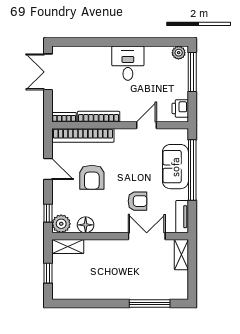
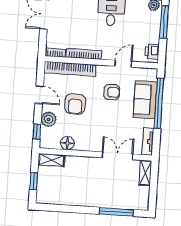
armchair: (138, 201) -> (112, 92), moved
plant: (61, 224) -> (49, 119), moved

